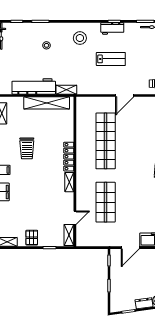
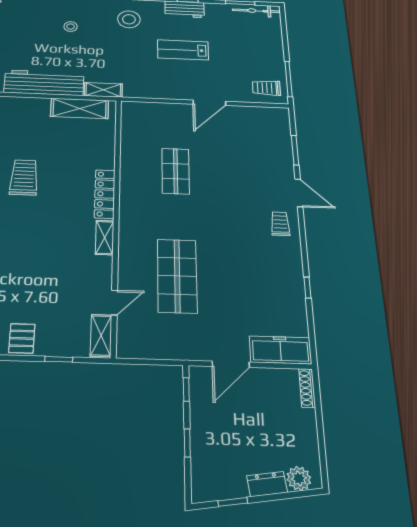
lab bench: (111, 59) -> (183, 50), turned 180
shelving: (47, 103) -> (80, 108), width x0.68
shop shelf: (106, 141) -> (176, 171), width x0.50, depth x0.74
trolley: (27, 148) -> (24, 177), turned 180

